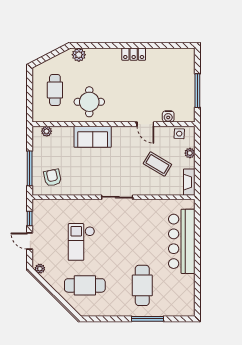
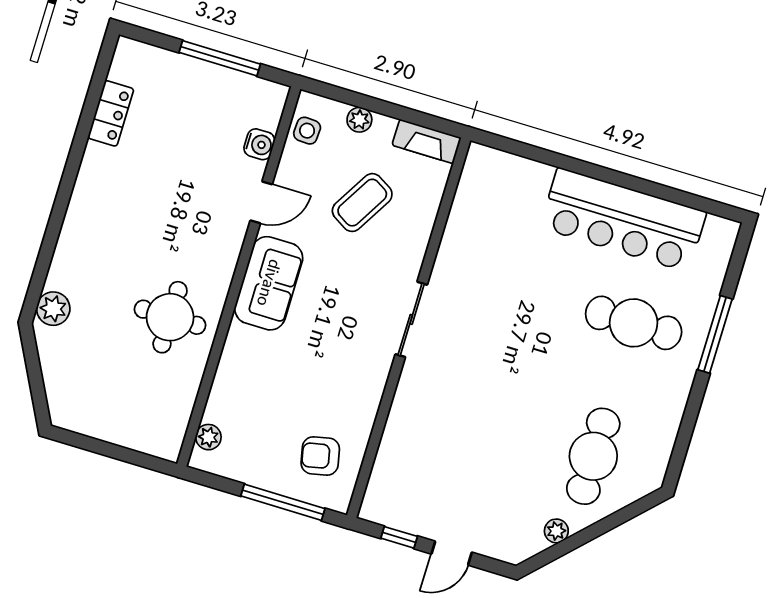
locker: (134, 54) -> (111, 113), moved
cafe table: (55, 90) -> (118, 389), removed
sofa: (93, 137) -> (269, 283), moved
bar counter: (182, 241) -> (623, 220), moved
checkout: (81, 242) -> (490, 434), removed
plant: (40, 269) -> (556, 531), moved

